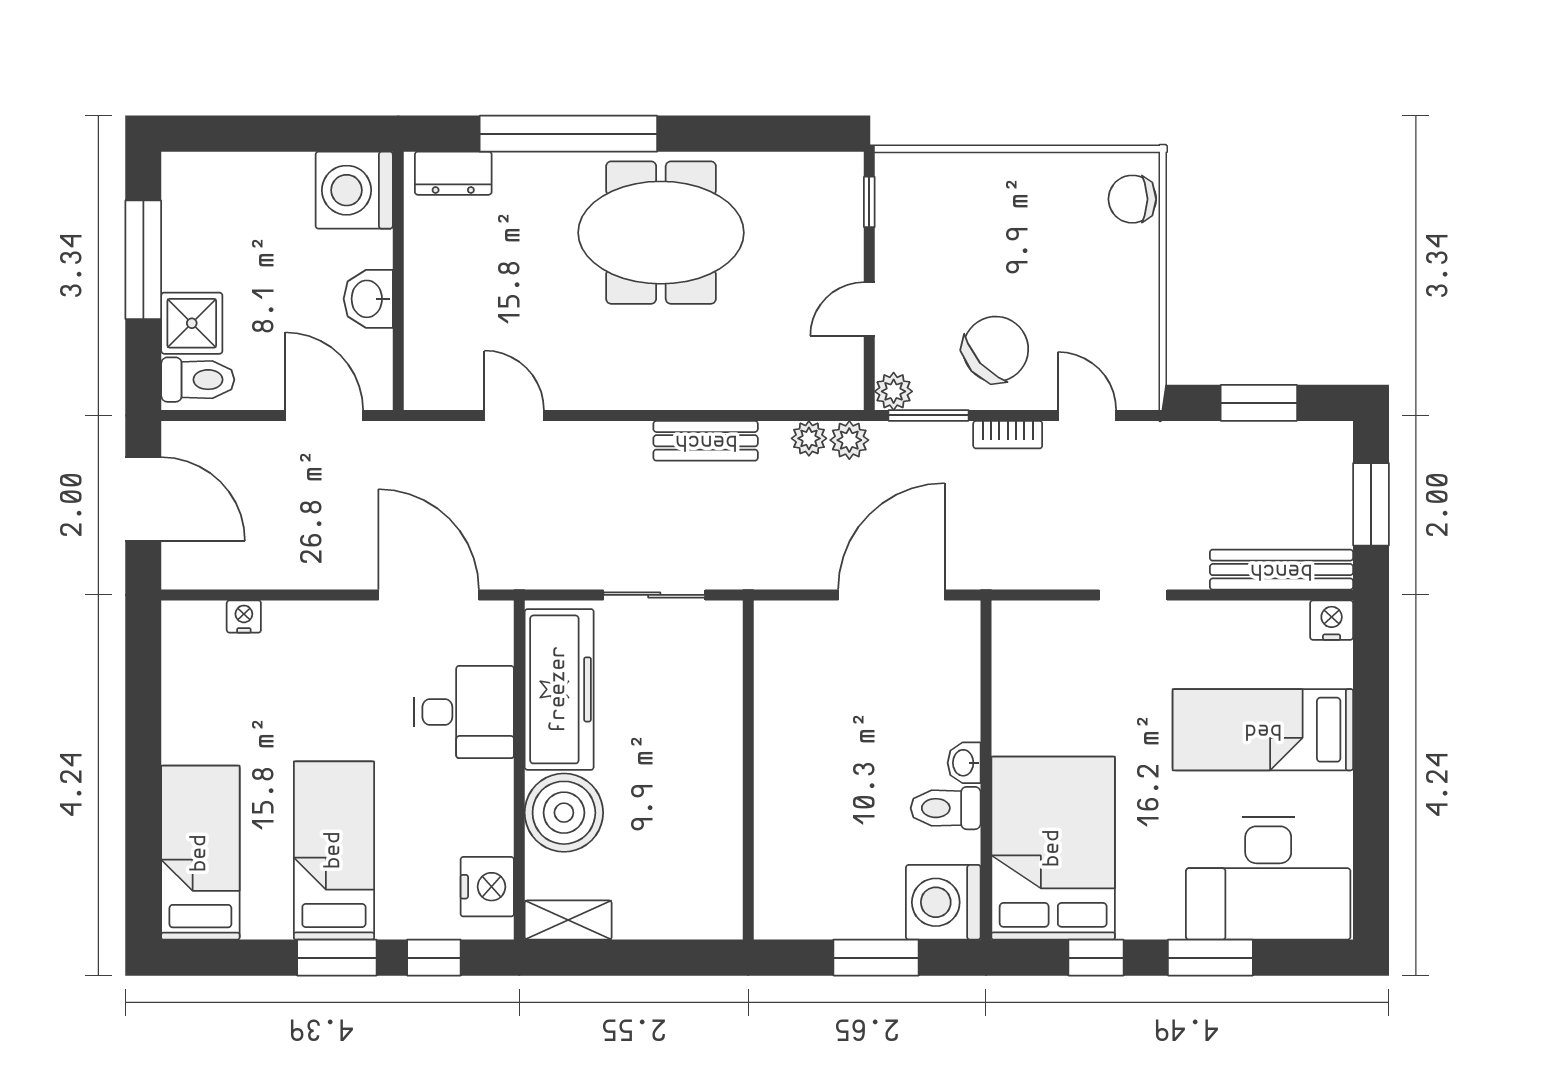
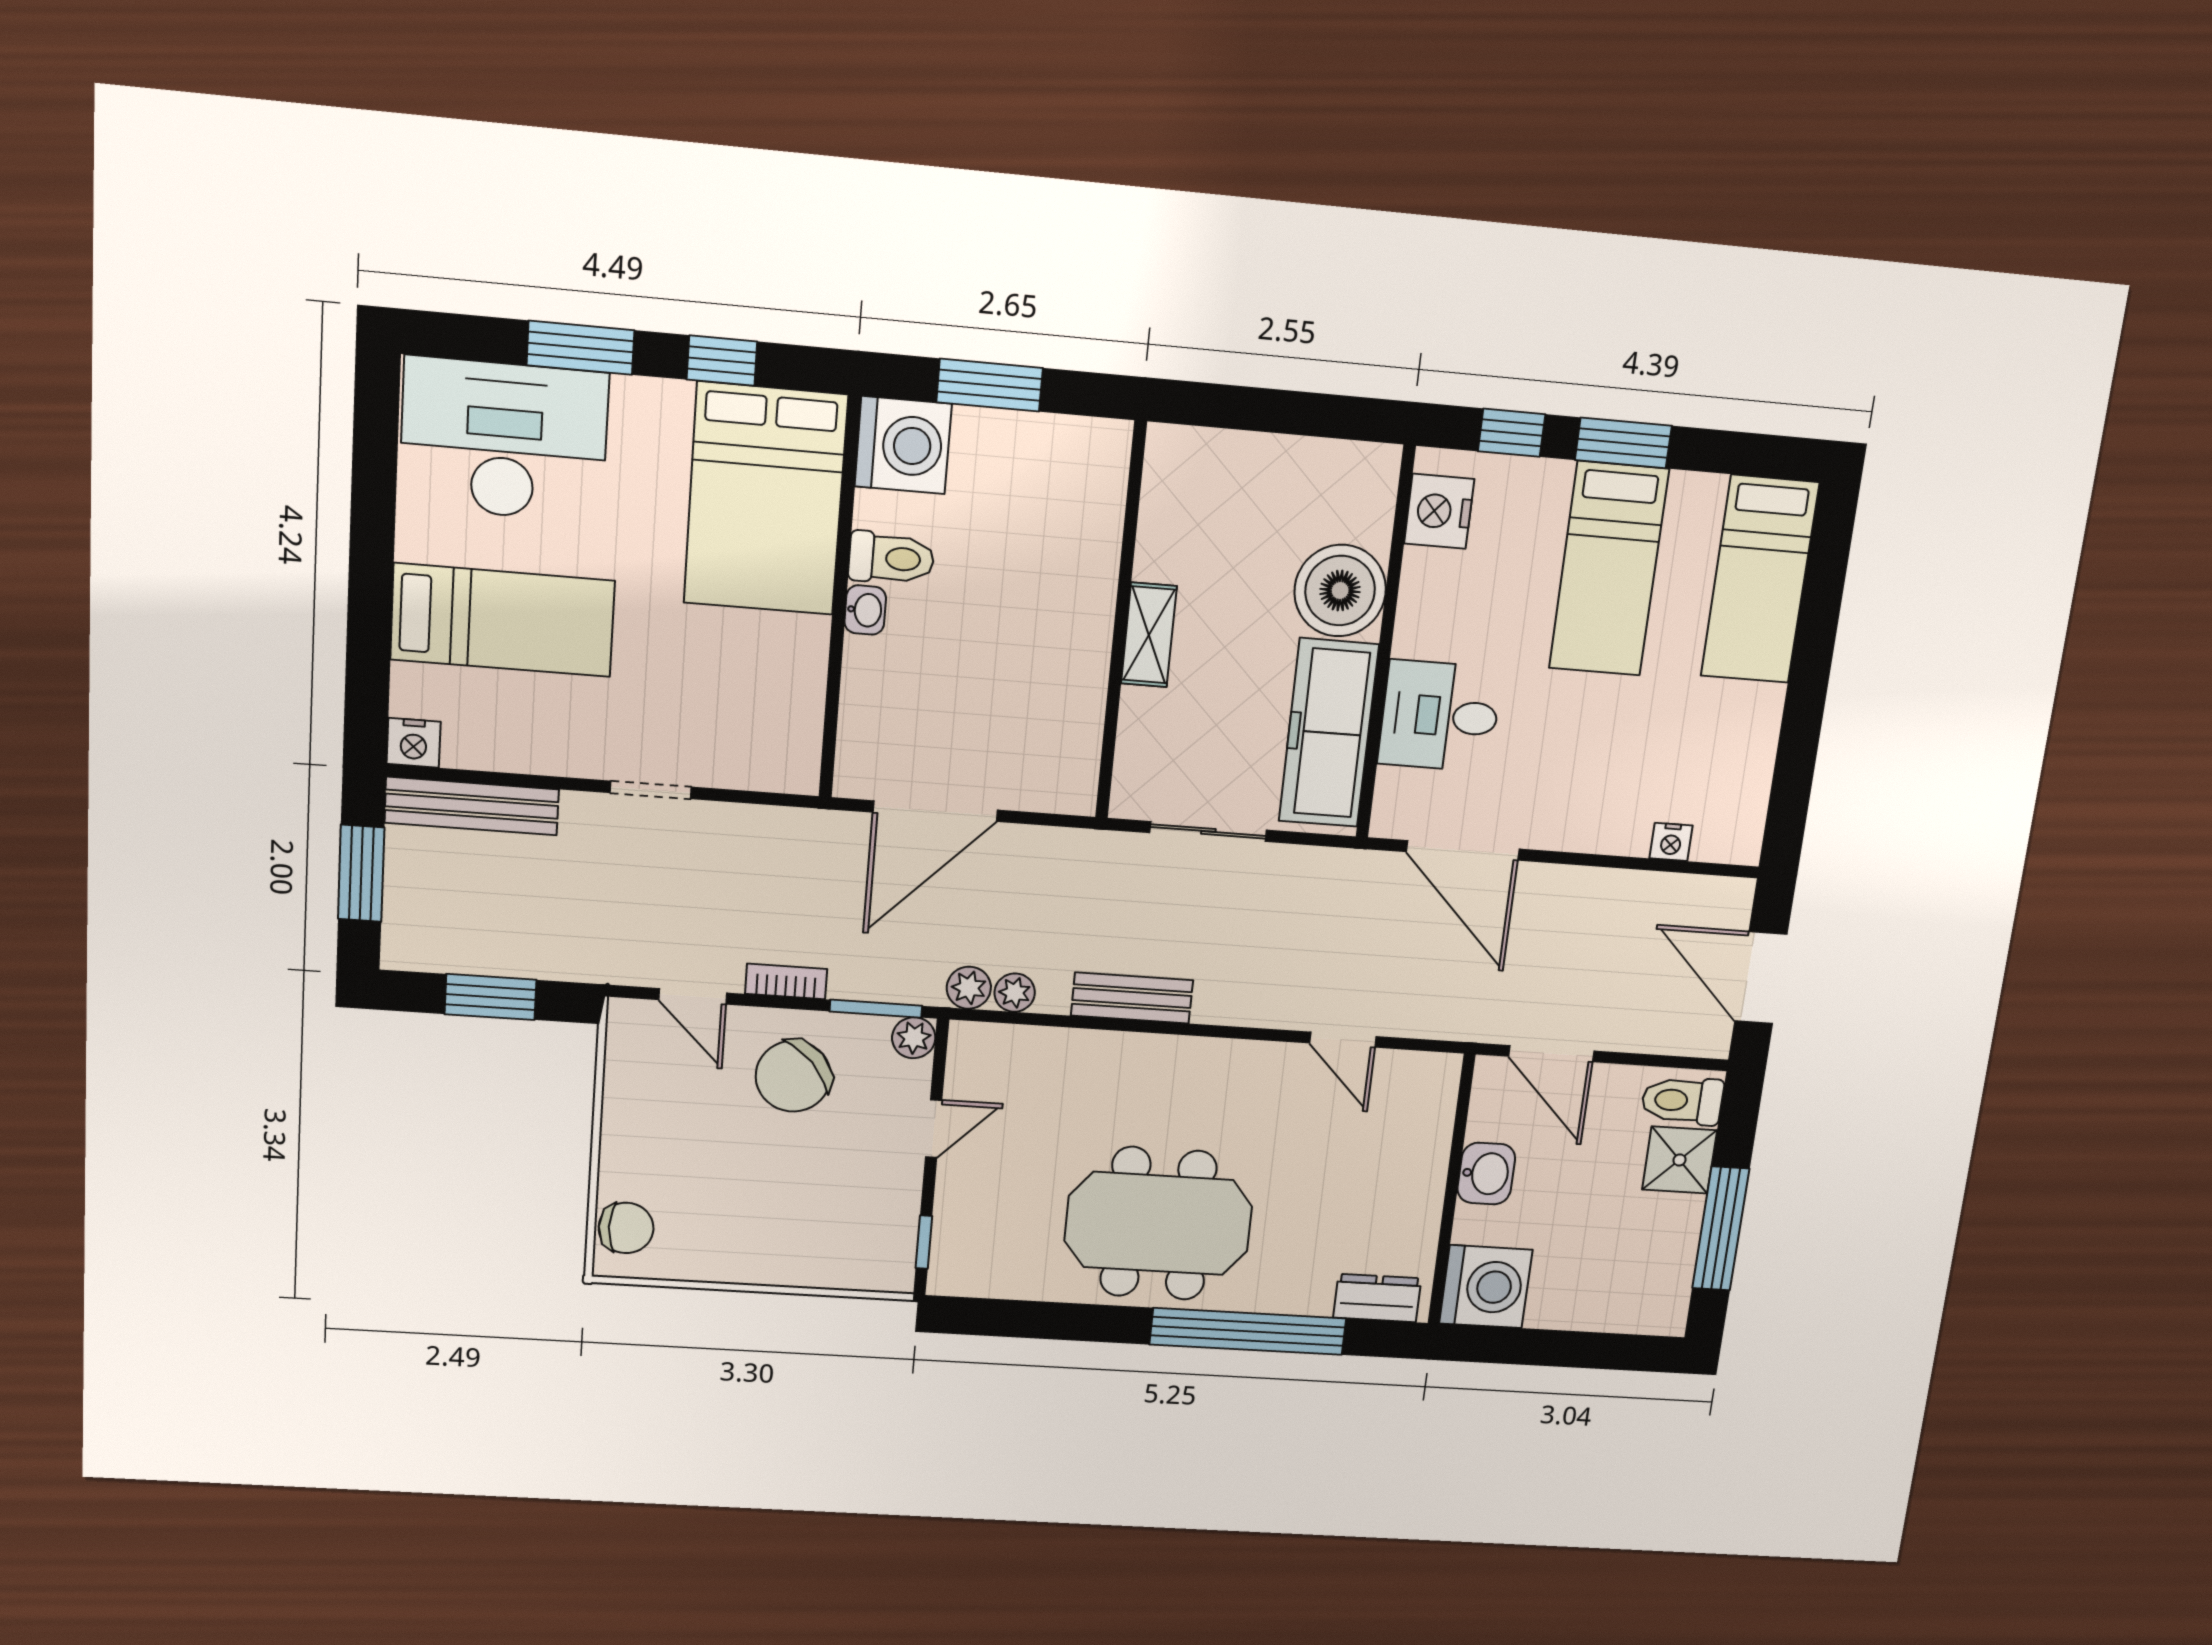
shelving: (568, 920) -> (1149, 635), moved, turned 90

